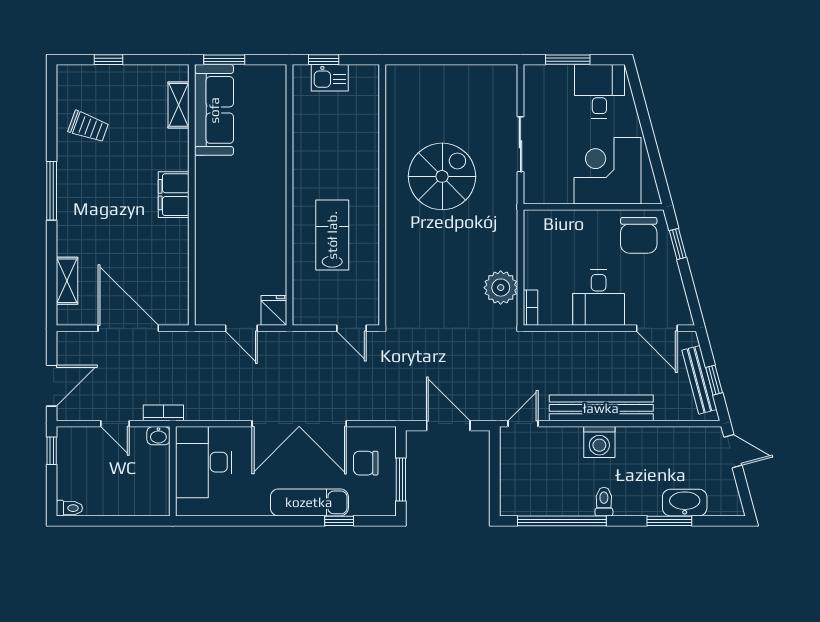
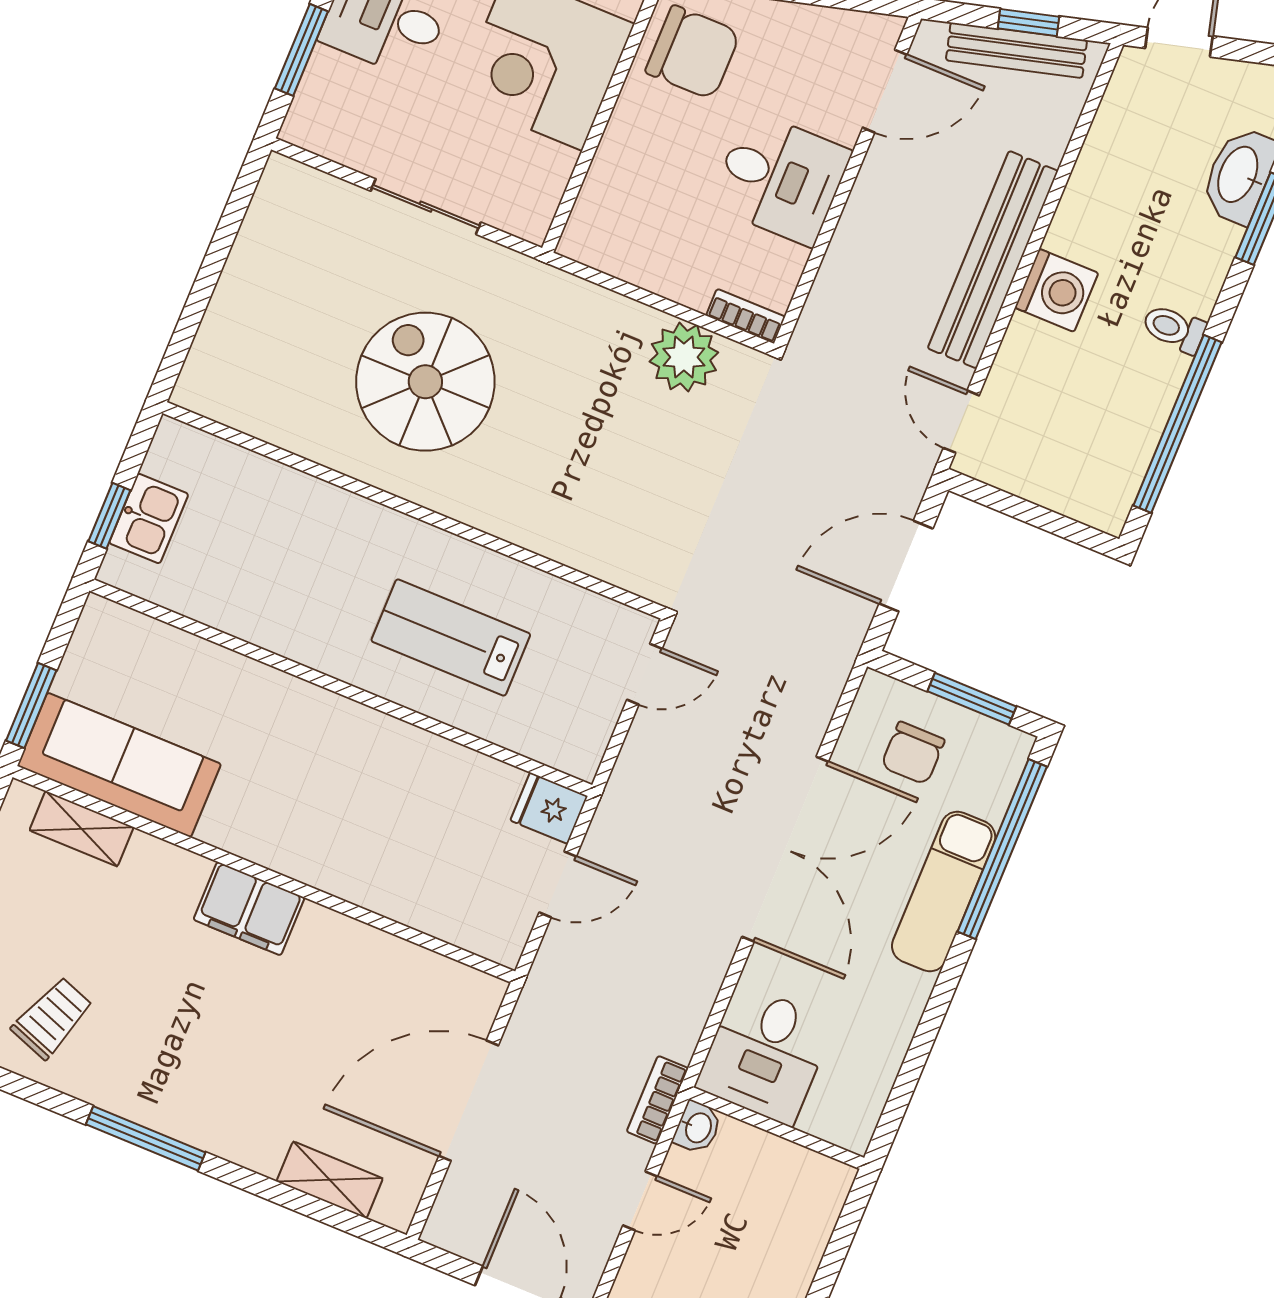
desk: (204, 462) -> (765, 1054), width x0.73
window: (339, 521) -> (1002, 849), width x3.17

